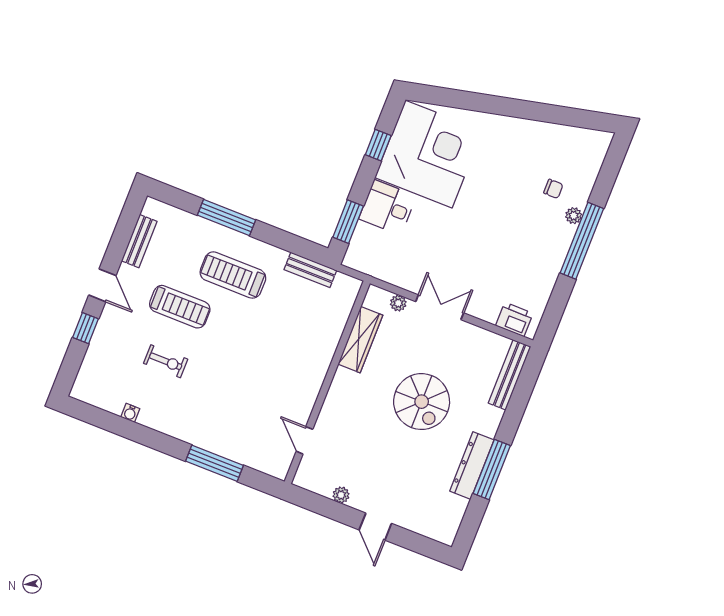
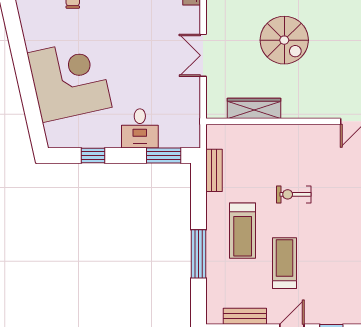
corner desk: (429, 154) -> (69, 80), moved, turned 77
plant: (398, 303) -> (213, 90), removed
exercise bike: (166, 361) -> (294, 194), moved, turned -90
spiral stairs: (422, 402) -> (284, 40), turned 90

